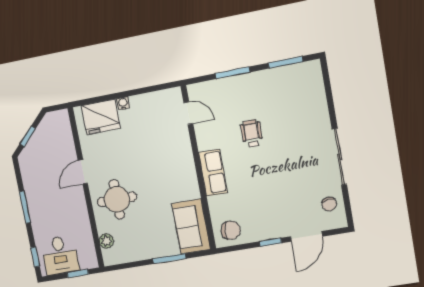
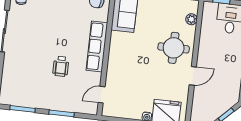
door: (188, 113) -> (102, 95), hinge flipped
row of seats: (213, 173) -> (97, 46), width x1.48

